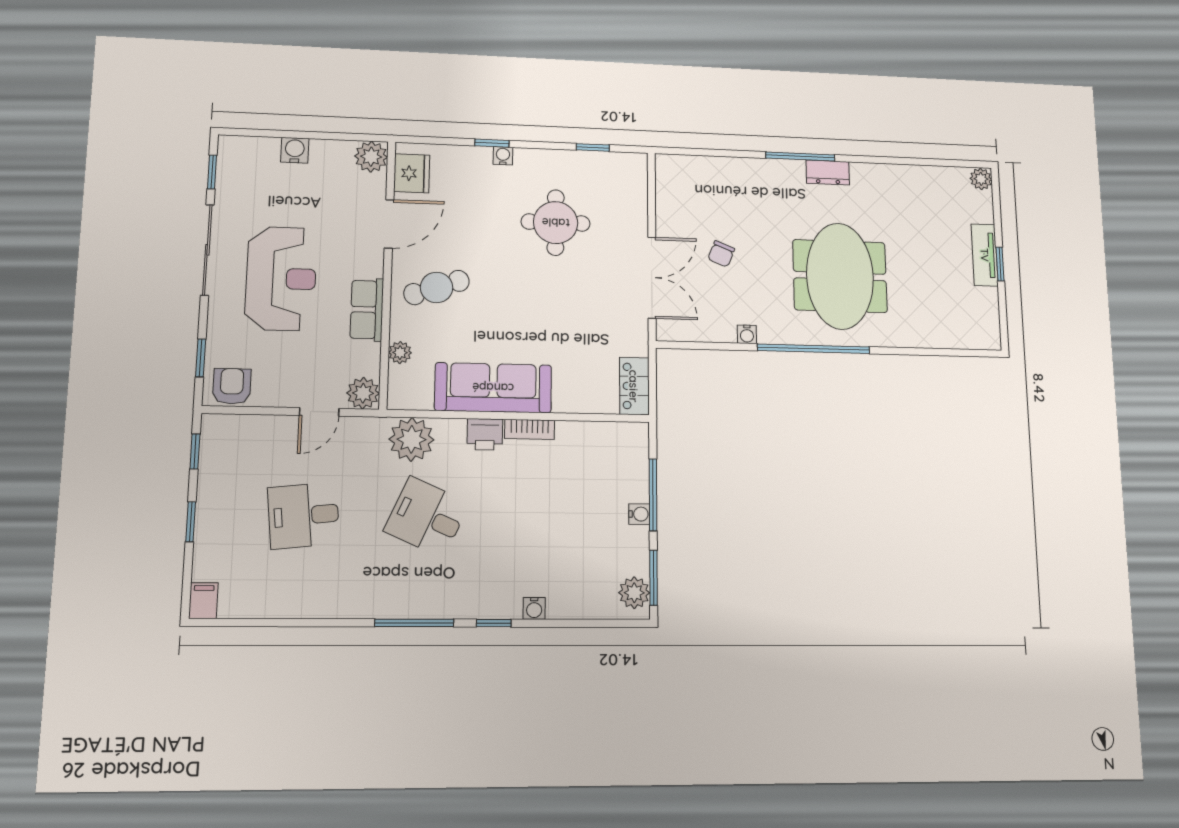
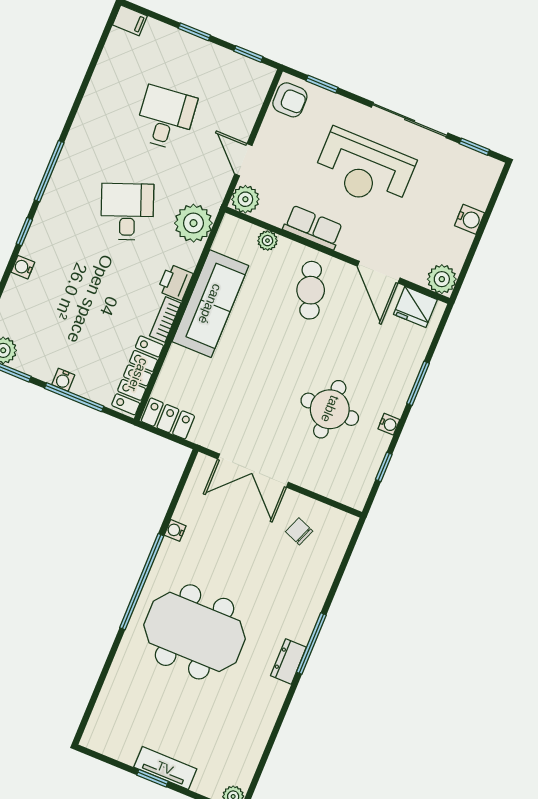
window: (492, 143) -> (418, 383), width x1.50
water cooler: (503, 156) -> (389, 424), moved
chair: (721, 254) -> (299, 531), moved
locker: (602, 436) -> (138, 375), added
desk: (427, 517) -> (127, 212), turned -45

